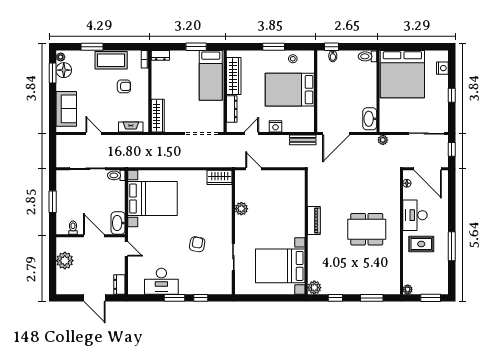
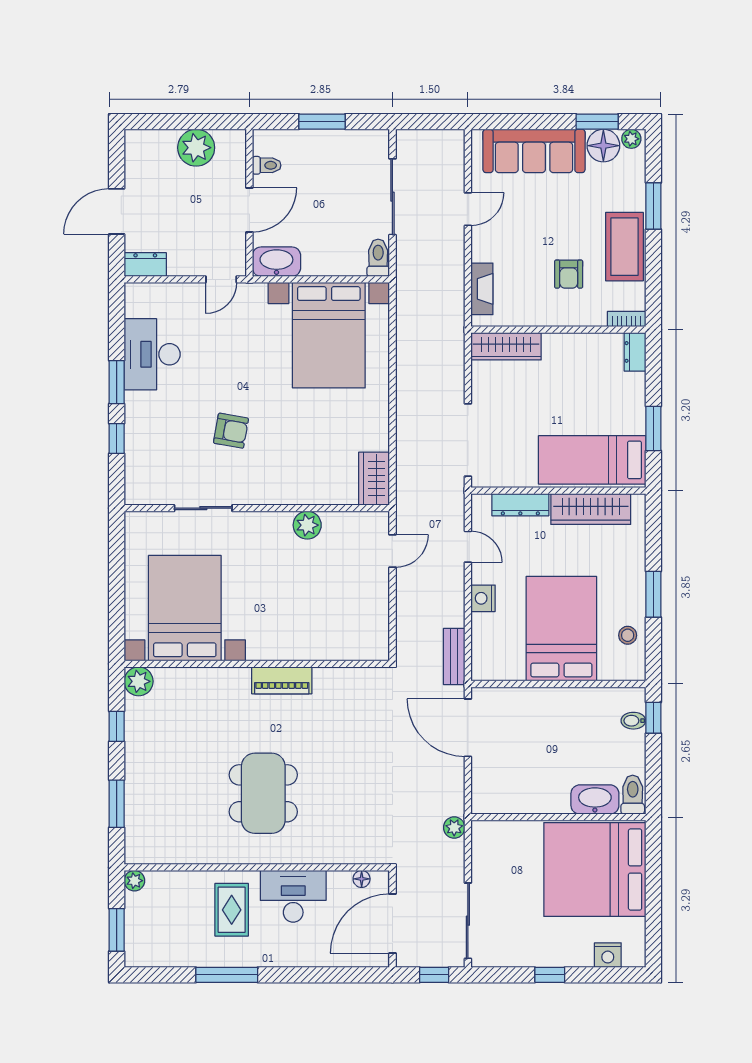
sofa: (66, 109) -> (534, 151), width x1.36
washbasin: (370, 119) -> (595, 800), moved

